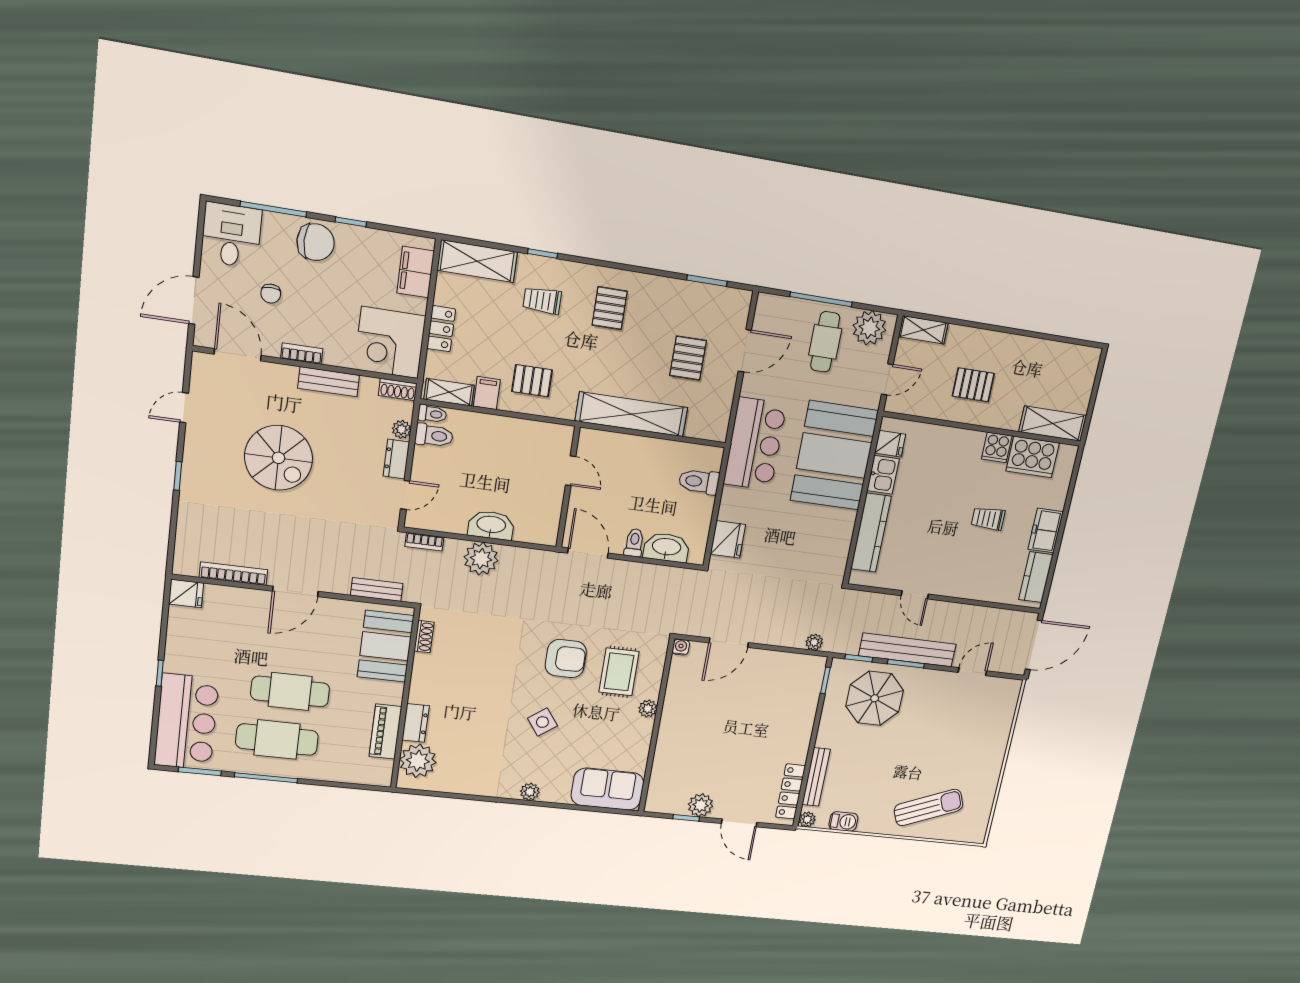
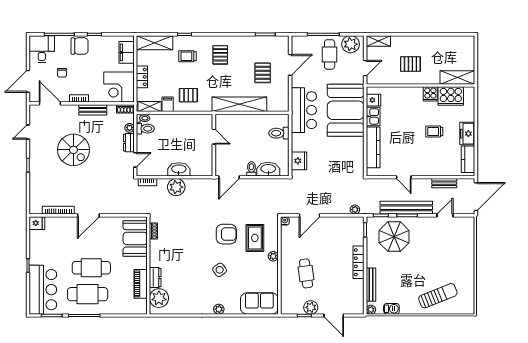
door: (588, 553) -> (229, 177), swing flipped
bench: (377, 589) -> (444, 183), moved
cafe table: (703, 745) -> (306, 273), added
locker: (791, 791) -> (359, 262), moved

